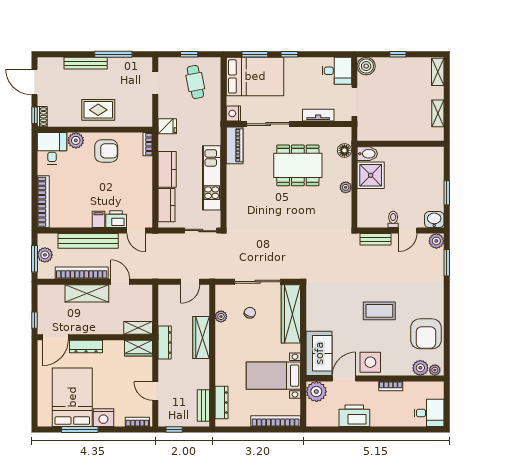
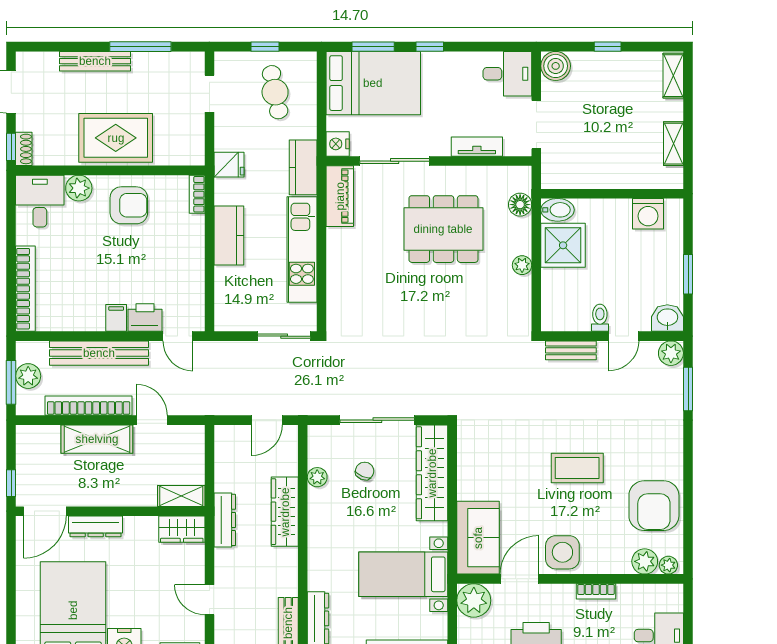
rug: (98, 110) -> (116, 138), width x1.36, depth x1.43
washing machine: (422, 156) -> (648, 214), added
kitchen counter: (167, 205) -> (303, 167), moved, turned 180

